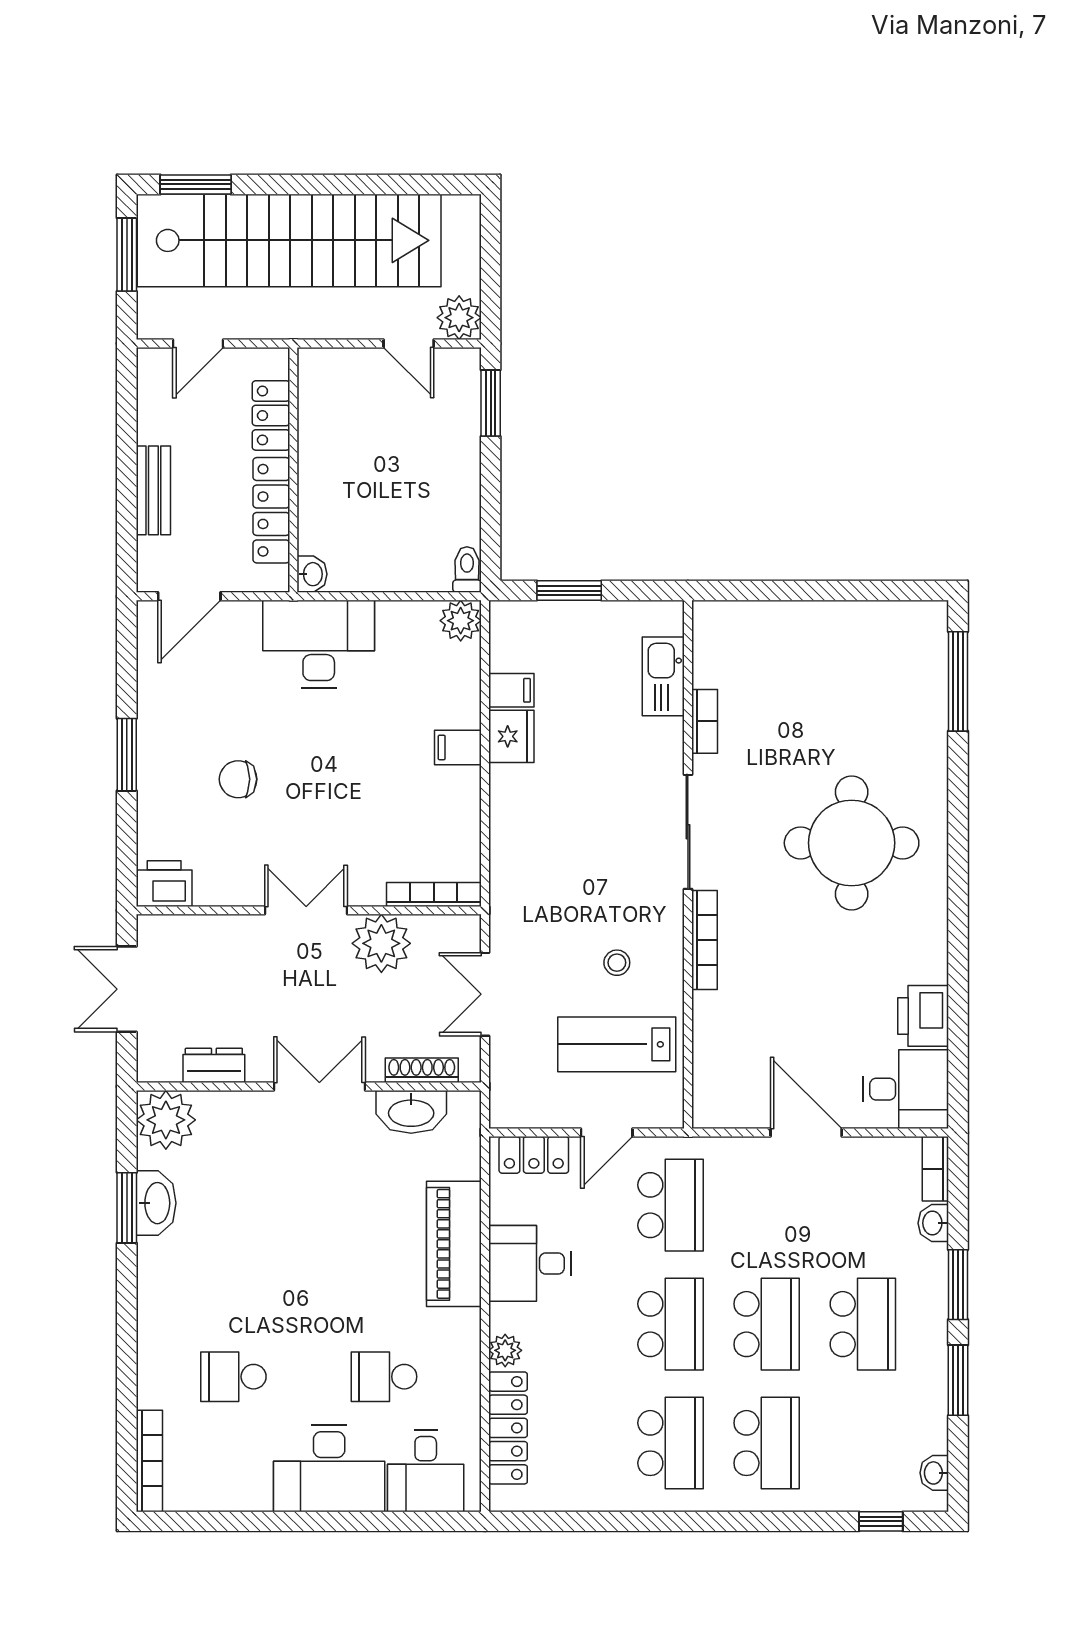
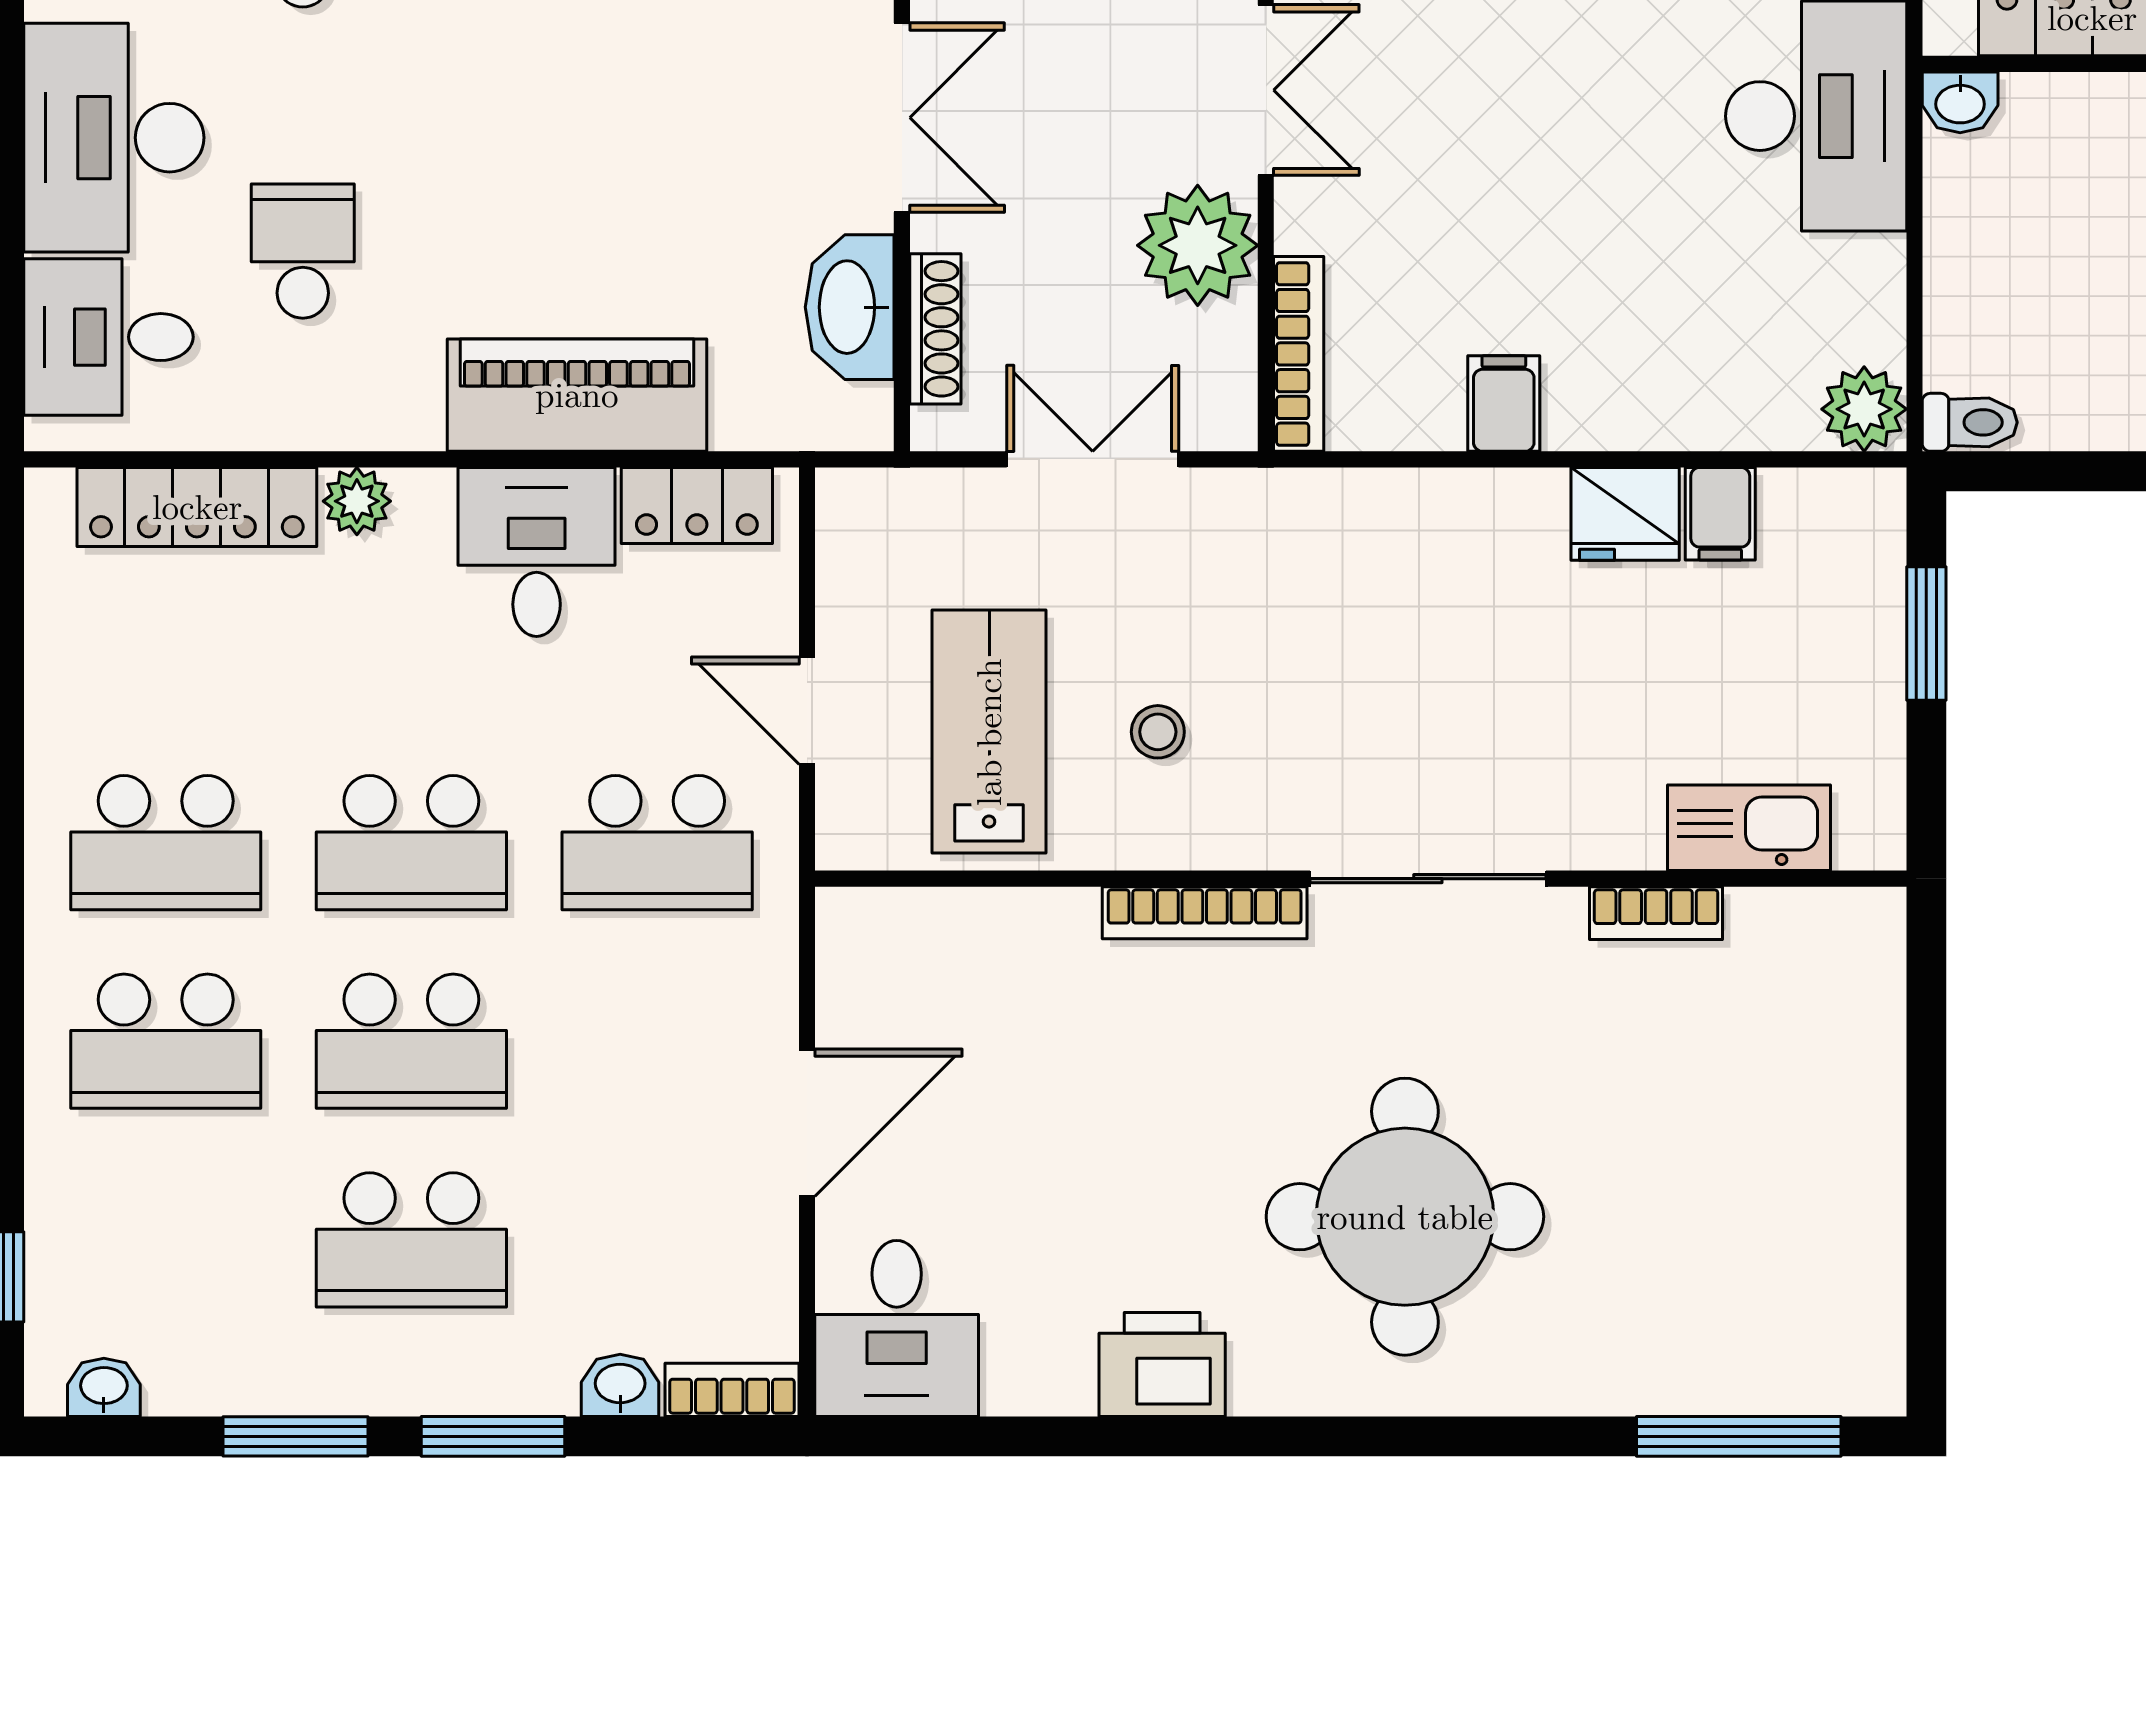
filing cabinet: (458, 747) -> (1504, 404), moved
printer: (923, 1016) -> (1162, 1364), moved
locker: (534, 1155) -> (697, 505), moved, turned -90

